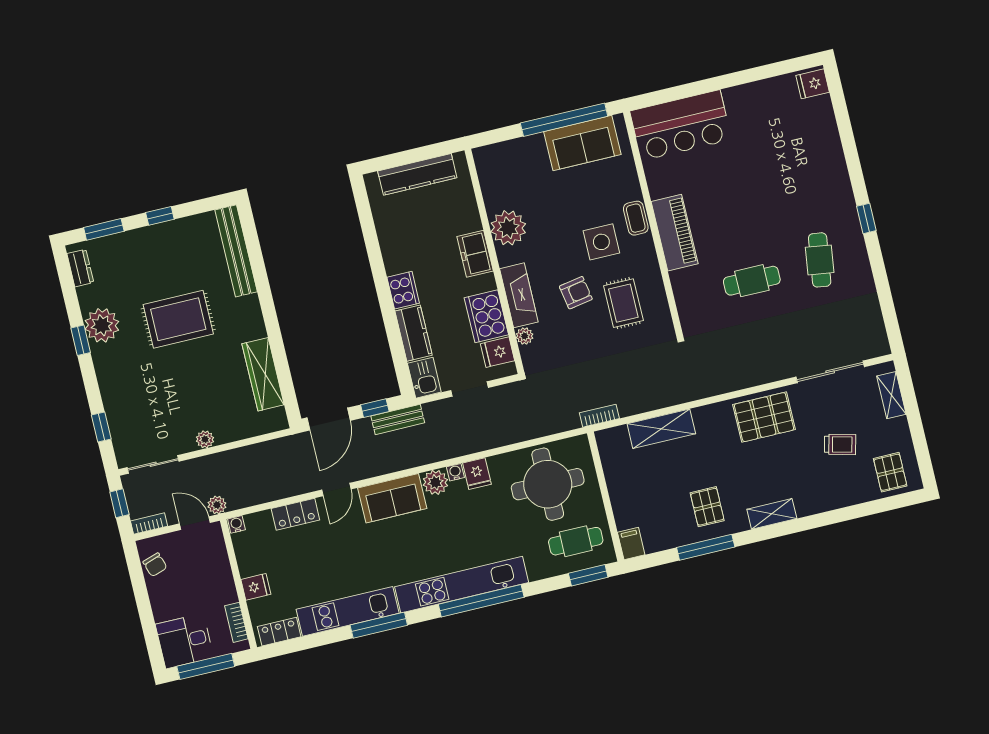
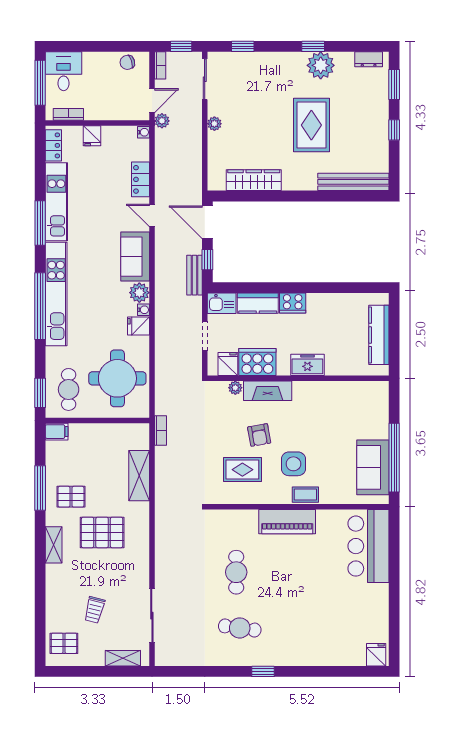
plant: (508, 228) -> (321, 395), removed
pallet: (764, 417) -> (102, 532), moved, turned 90

